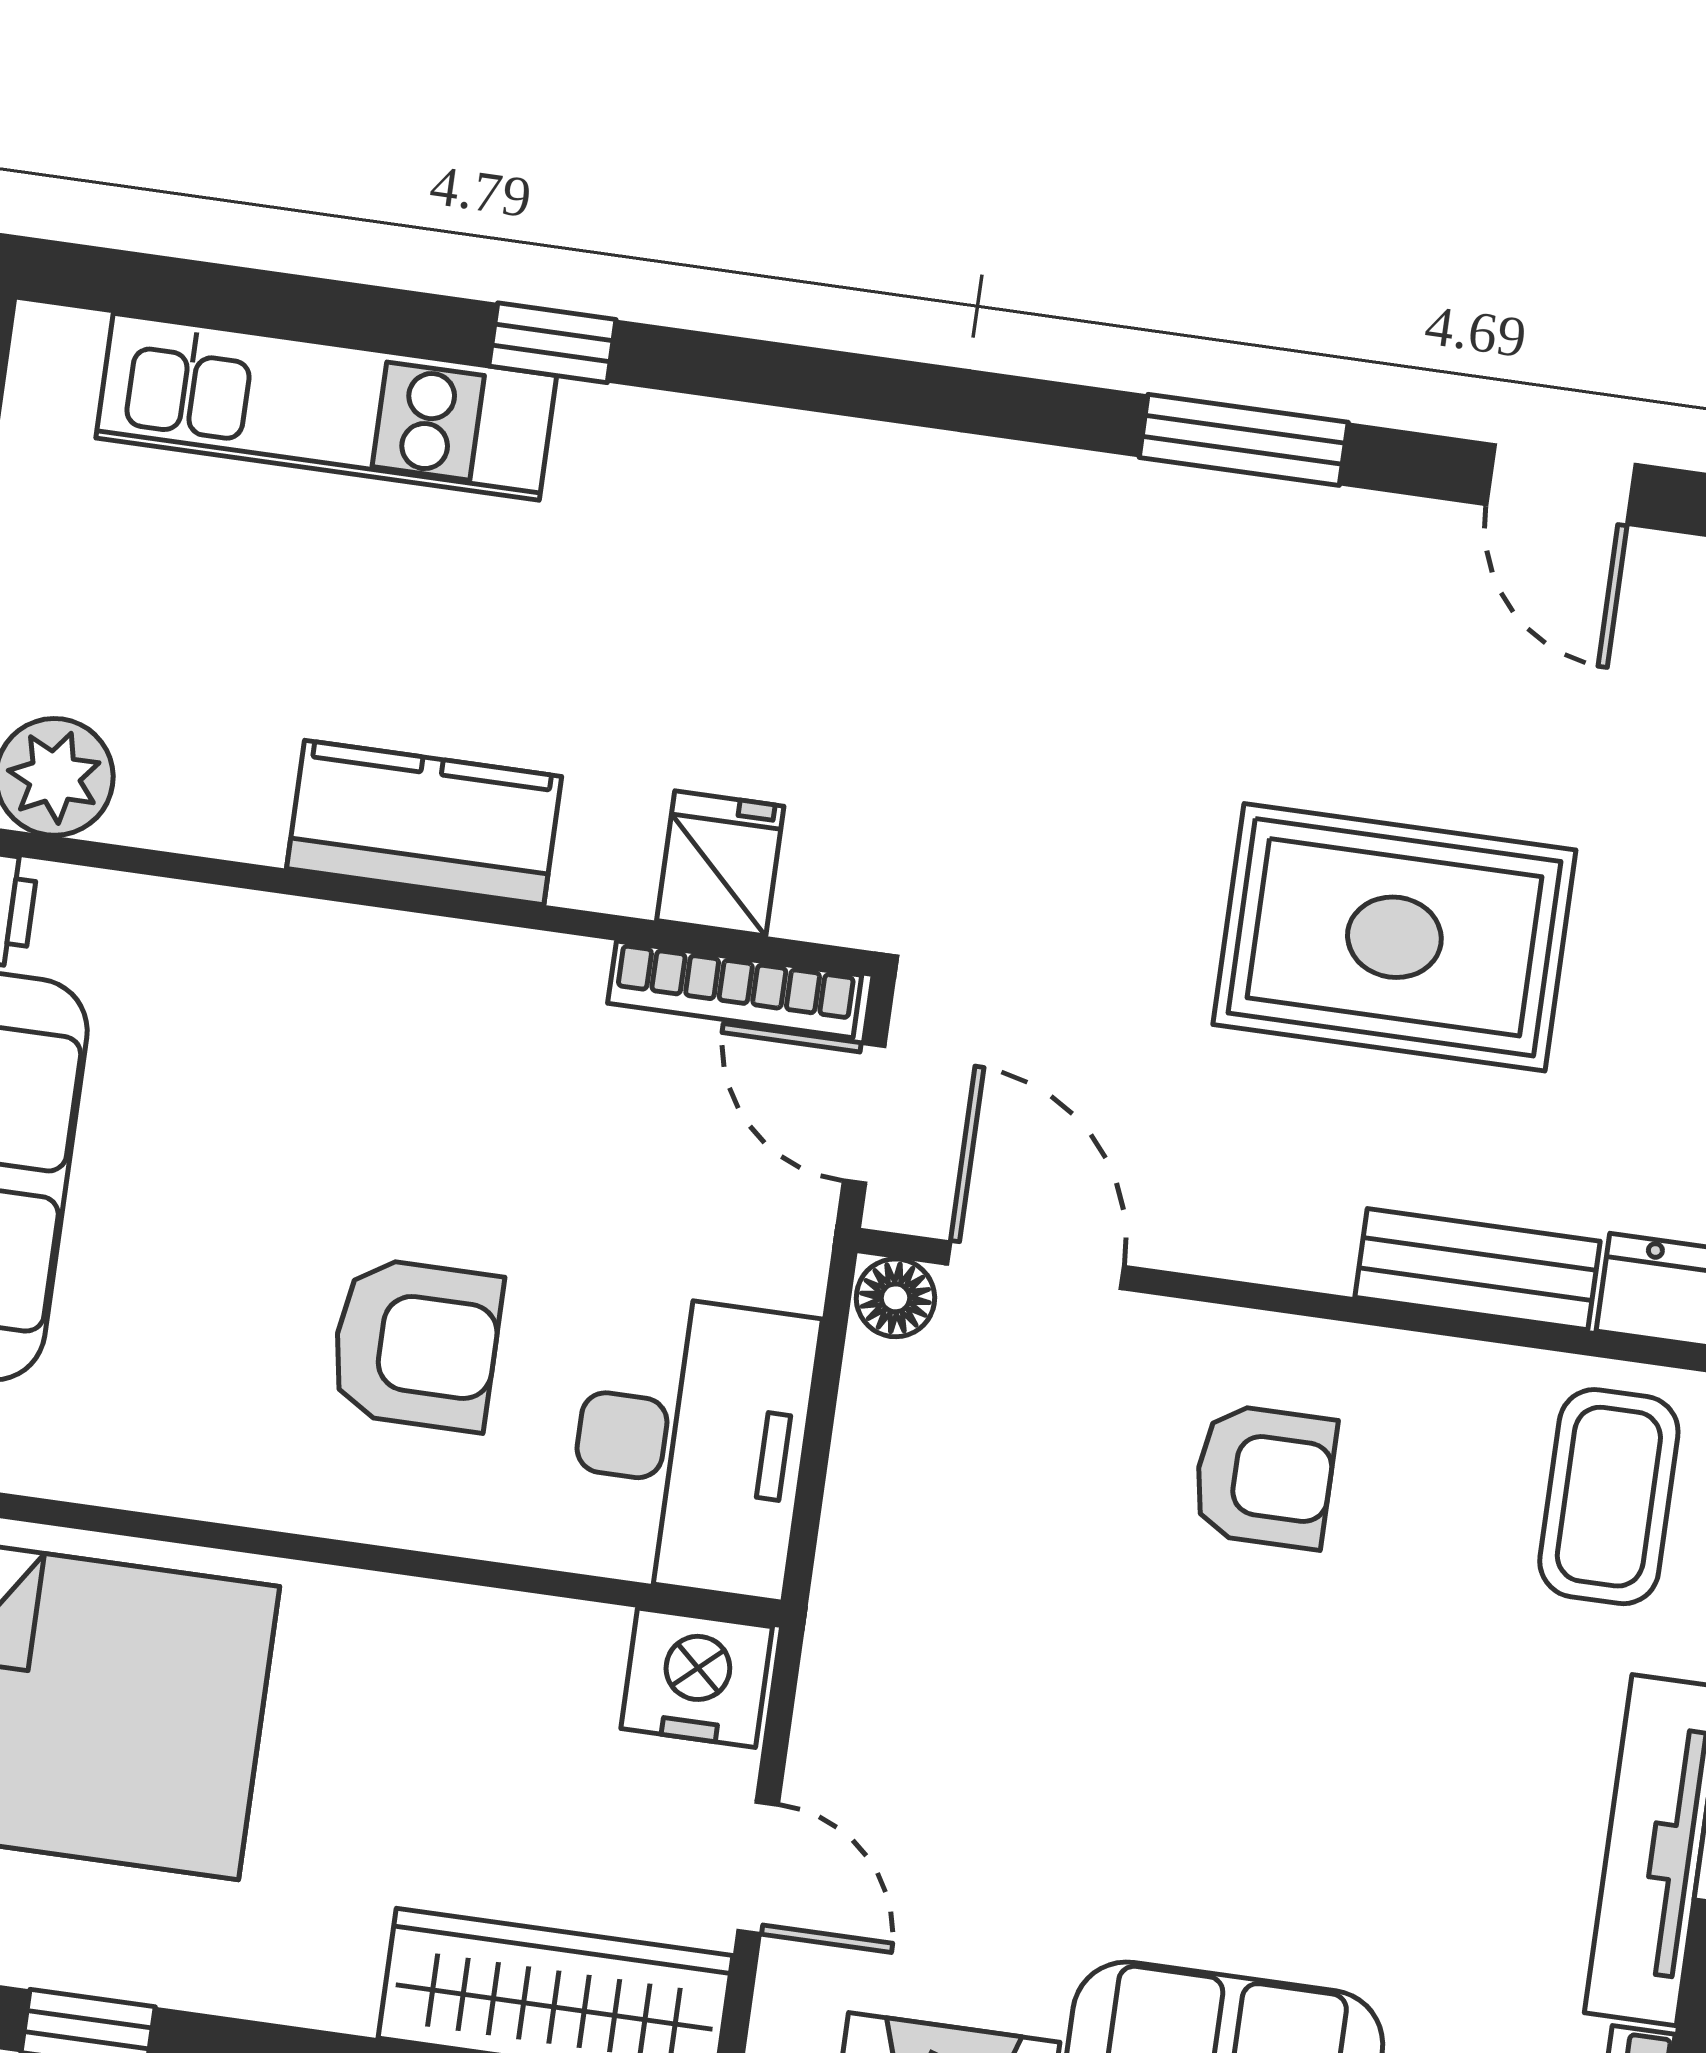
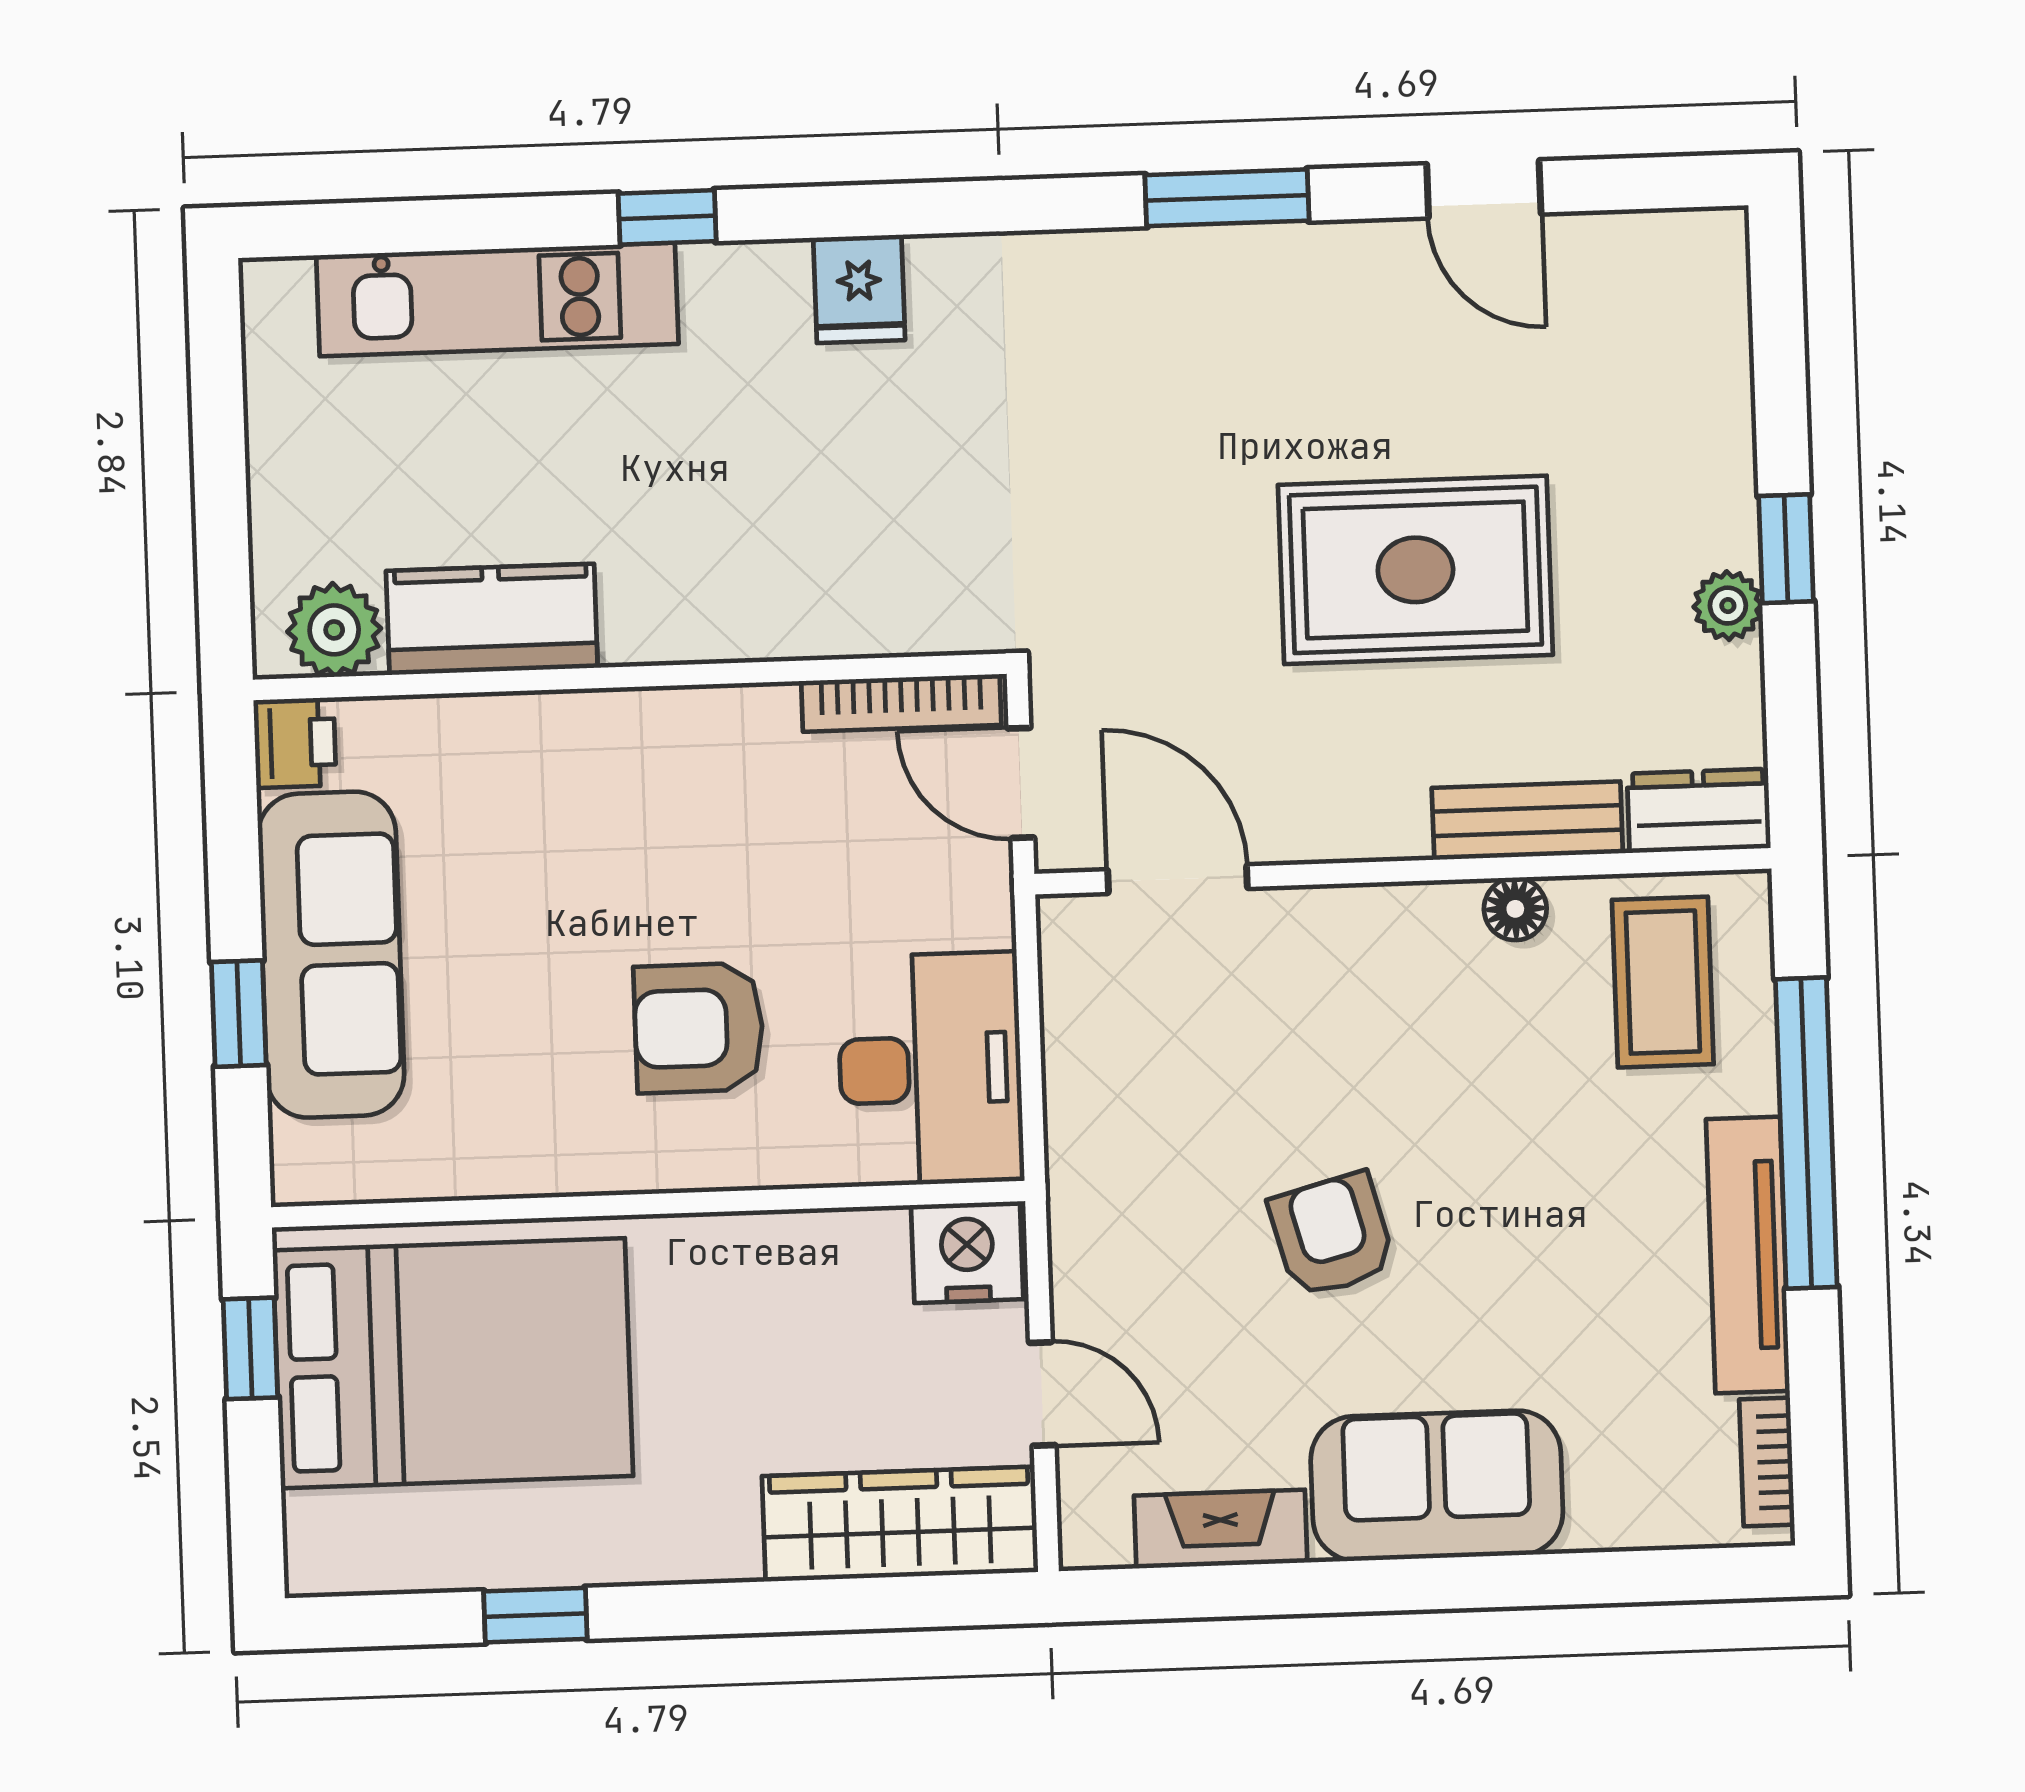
kitchen counter: (424, 822) -> (492, 619), moved
fridge: (720, 863) -> (859, 289), moved, turned 180
floor lamp: (895, 1298) -> (1515, 909), moved
armchair: (416, 1344) -> (699, 1028), turned 180
armchair: (1264, 1476) -> (1332, 1235), moved, turned -105

